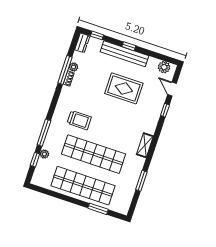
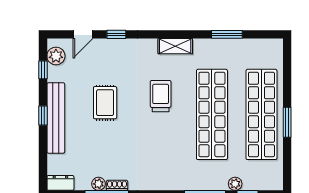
window: (97, 35) -> (43, 70), moved
rug: (124, 88) -> (105, 103), width x0.73, depth x0.70
trolley: (79, 120) -> (161, 96), moved
window: (98, 209) -> (287, 122), moved

